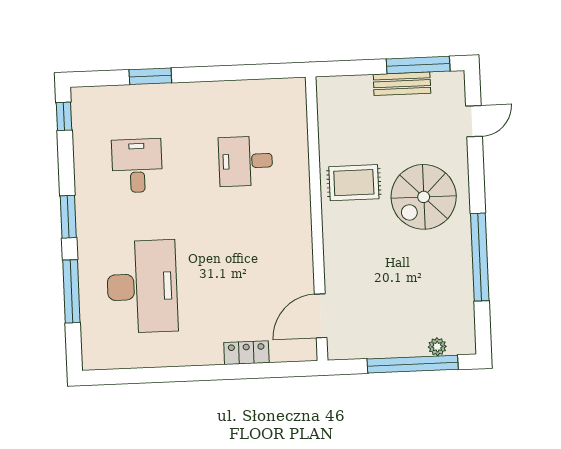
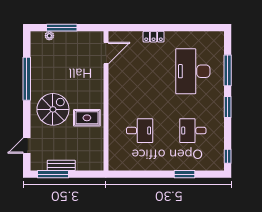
desk: (137, 166) -> (193, 131), turned 90
locker: (246, 353) -> (154, 37), moved
window: (413, 364) -> (62, 28), width x0.68

